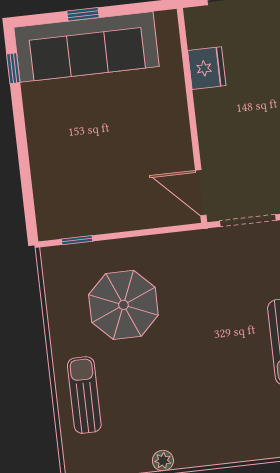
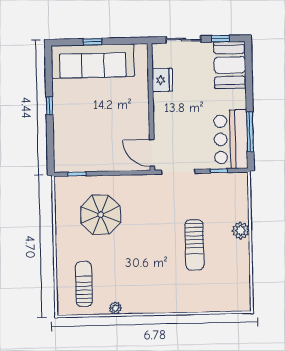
window: (13, 68) -> (49, 106), moved
sun lounger: (84, 395) -> (84, 284), moved

